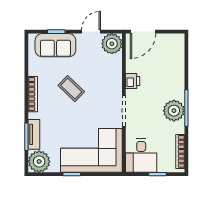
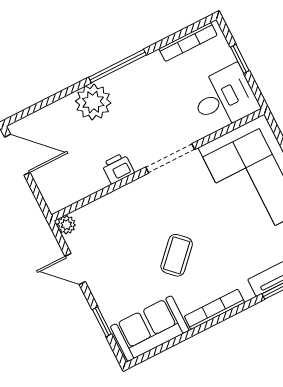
door: (143, 32) -> (17, 155), moved
plant: (112, 44) -> (66, 225), width x0.53, depth x0.53
sofa: (55, 45) -> (150, 329), moved, turned -90
plant: (174, 111) -> (93, 102), moved

